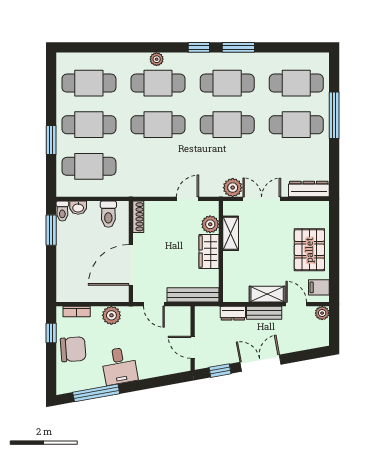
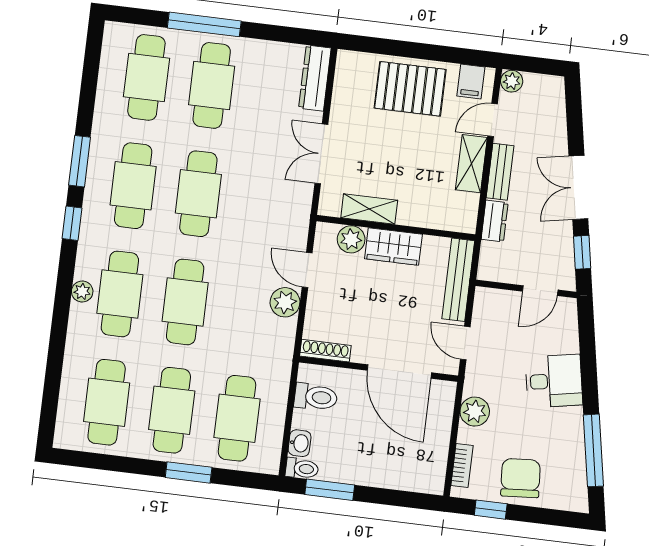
plant: (233, 188) -> (285, 302), moved
door: (154, 304) -> (465, 343), swing flipped
desk: (119, 366) -> (554, 381), moved

